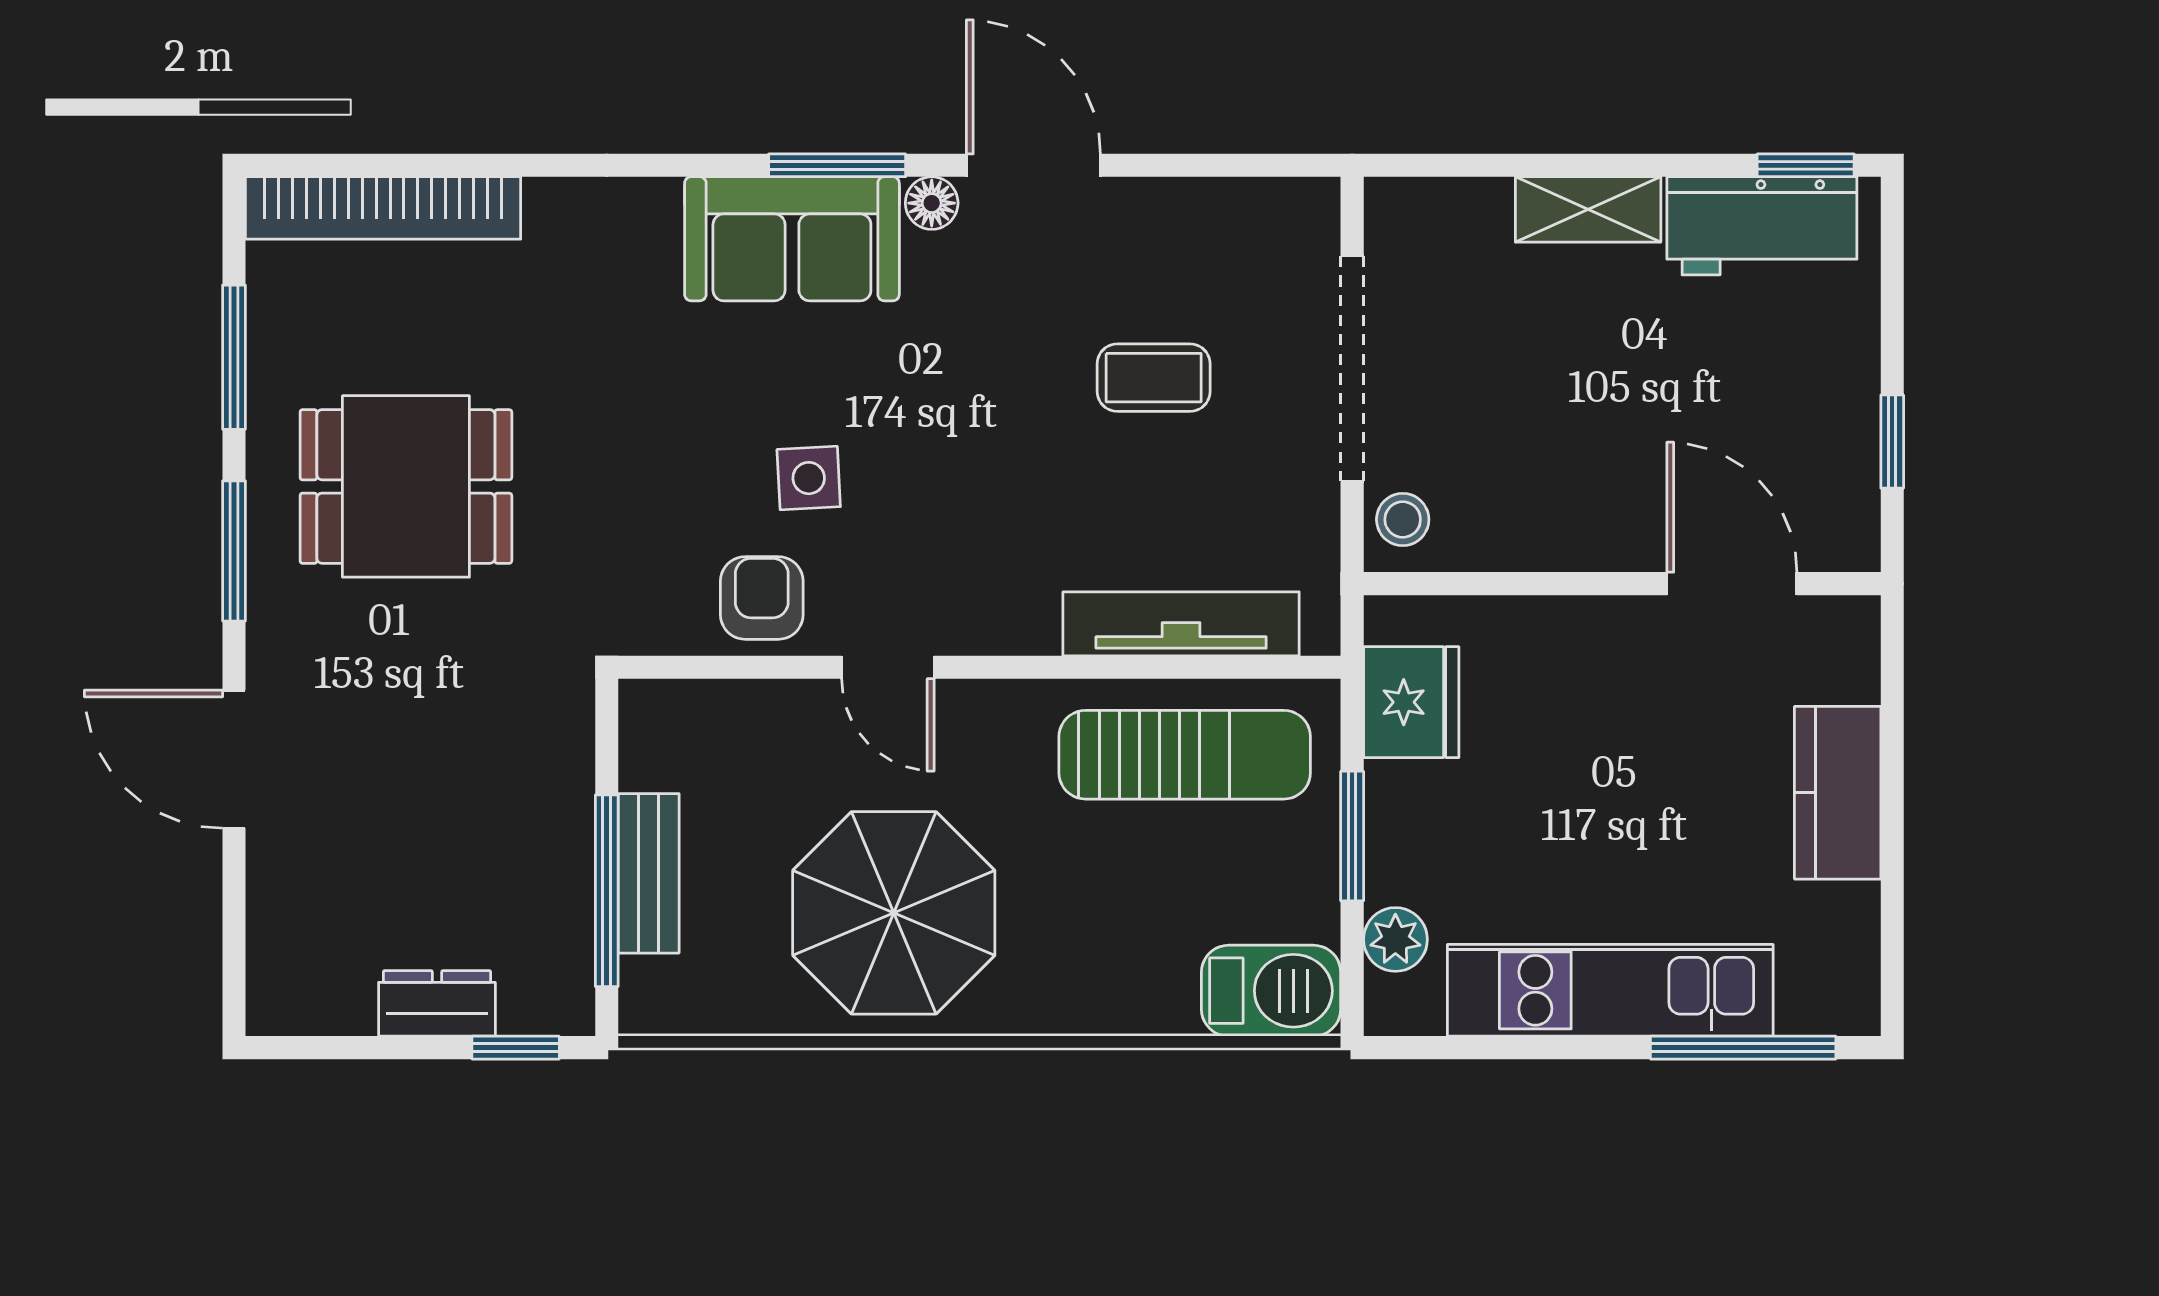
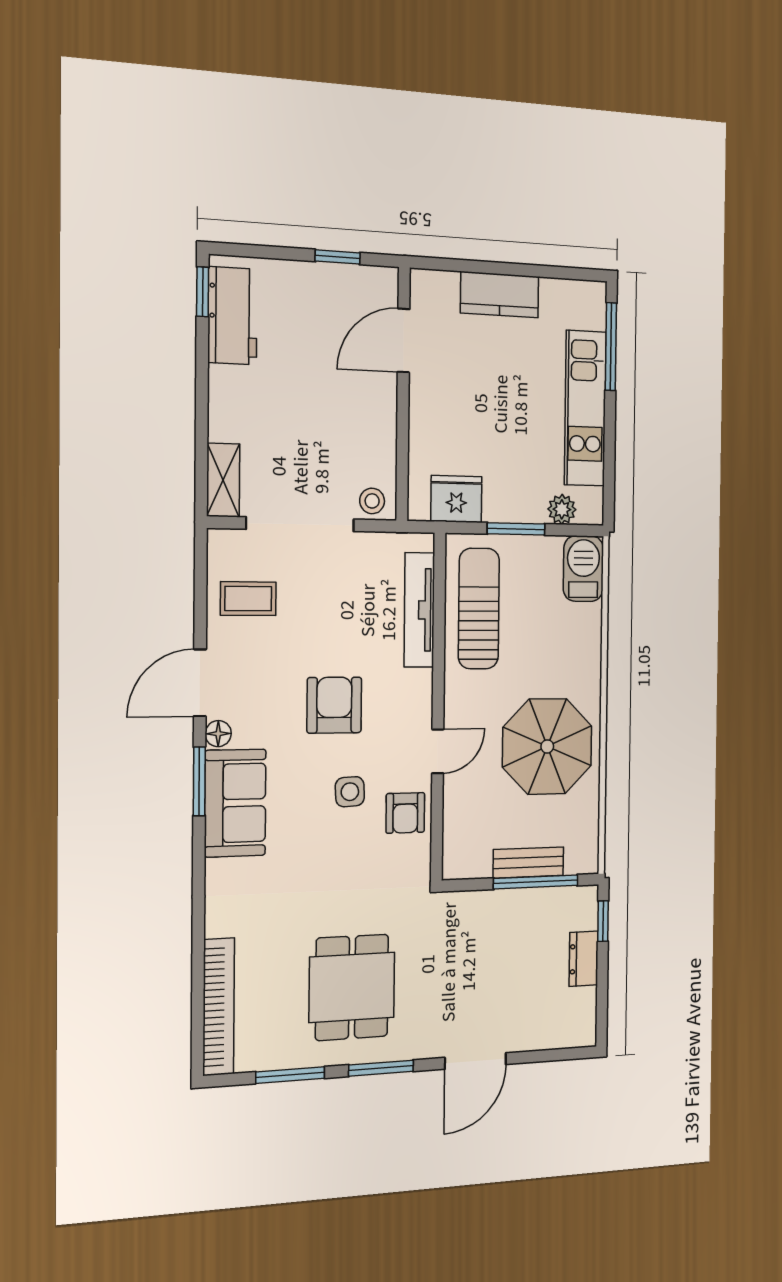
shelving: (1588, 209) -> (223, 480), moved
coffee table: (1154, 378) -> (248, 599), moved, turned 90
armchair: (986, 443) -> (334, 705), added
armchair: (762, 598) -> (405, 813), turned -90

